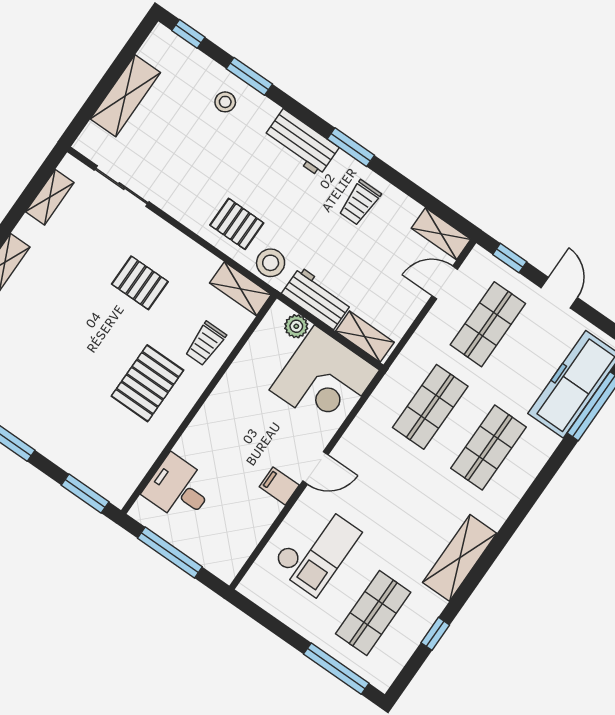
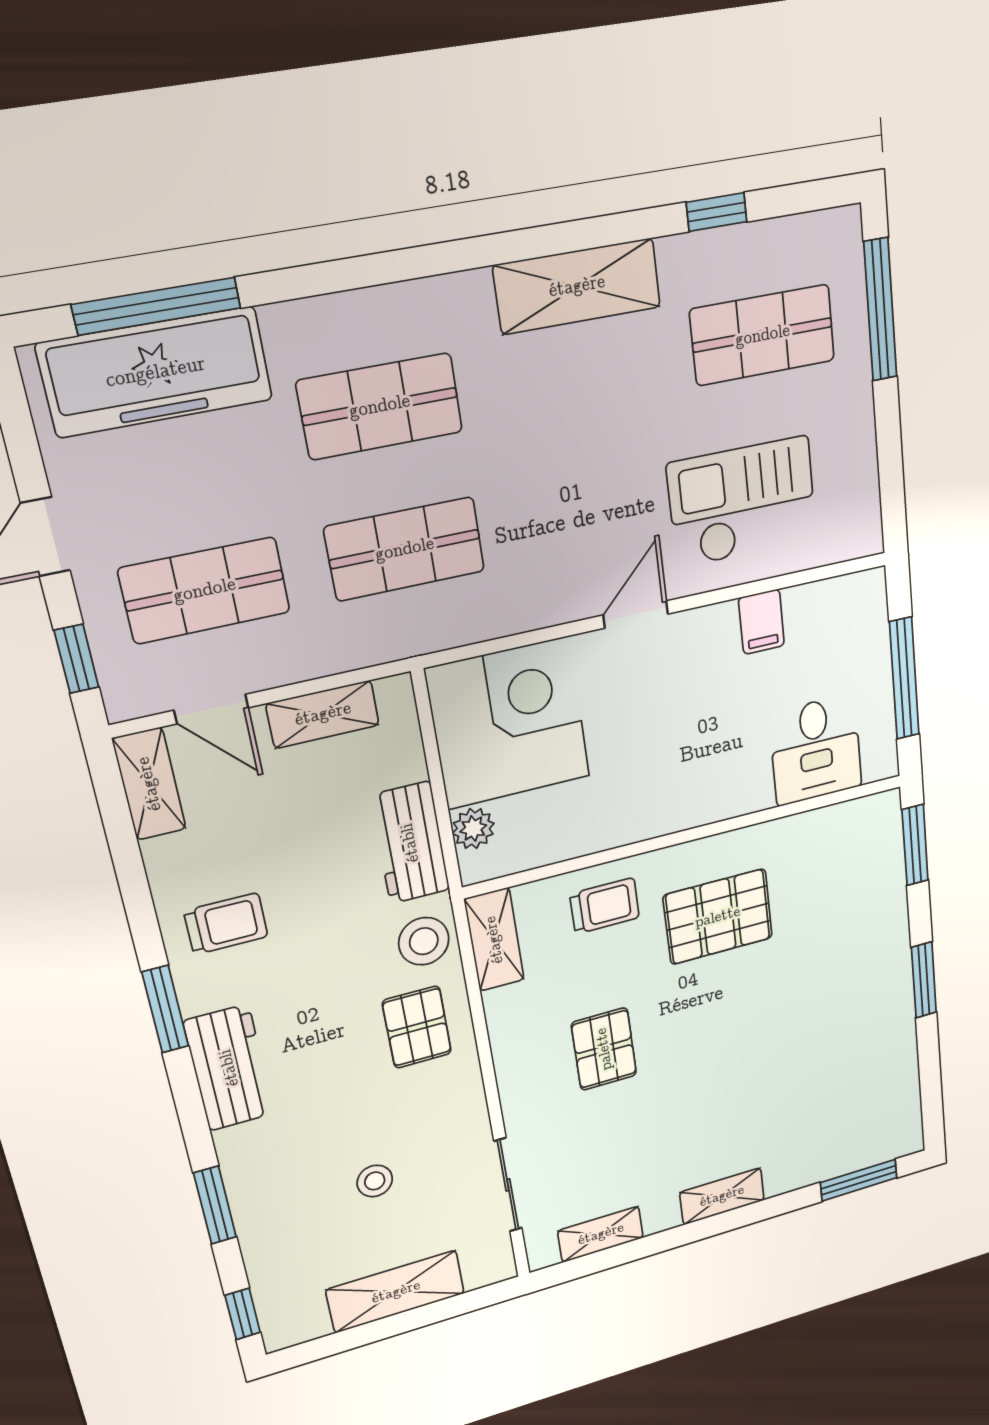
stool: (225, 102) -> (375, 1181), moved
shelving: (365, 337) -> (323, 714), moved, turned 90
door: (315, 468) -> (636, 614), hinge flipped
filing cabinet: (279, 486) -> (761, 622), moved

